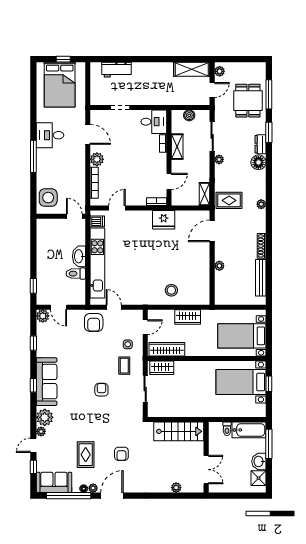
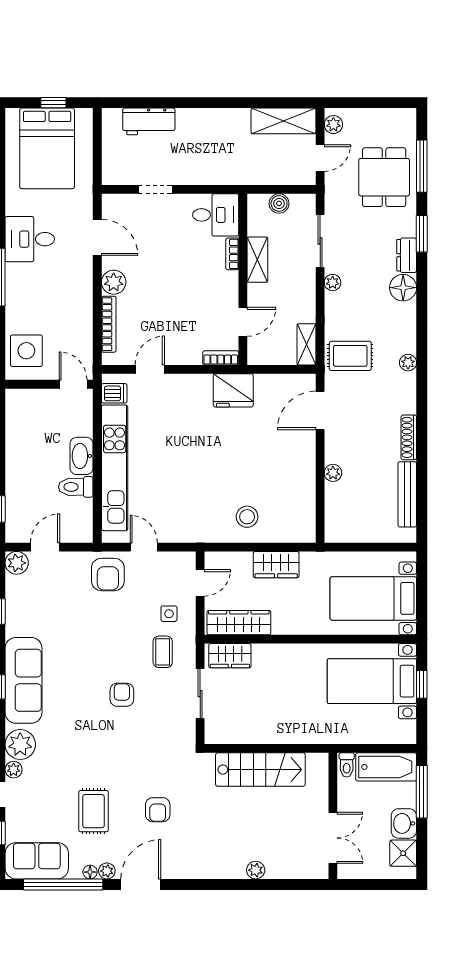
door: (59, 307) -> (45, 547), swing flipped
wall: (206, 457) -> (333, 816), moved
double door: (206, 470) -> (333, 838), moved

